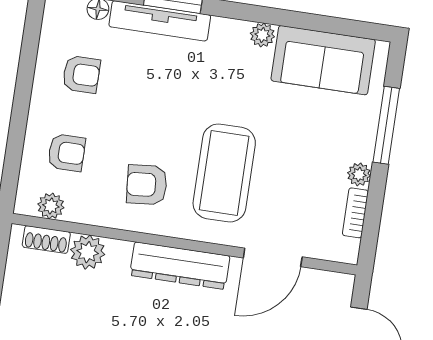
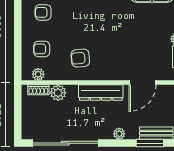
armchair: (81, 74) -> (43, 12), turned 180
armchair: (66, 153) -> (42, 49), turned 180
coffee table: (224, 173) -> (115, 47), removed

